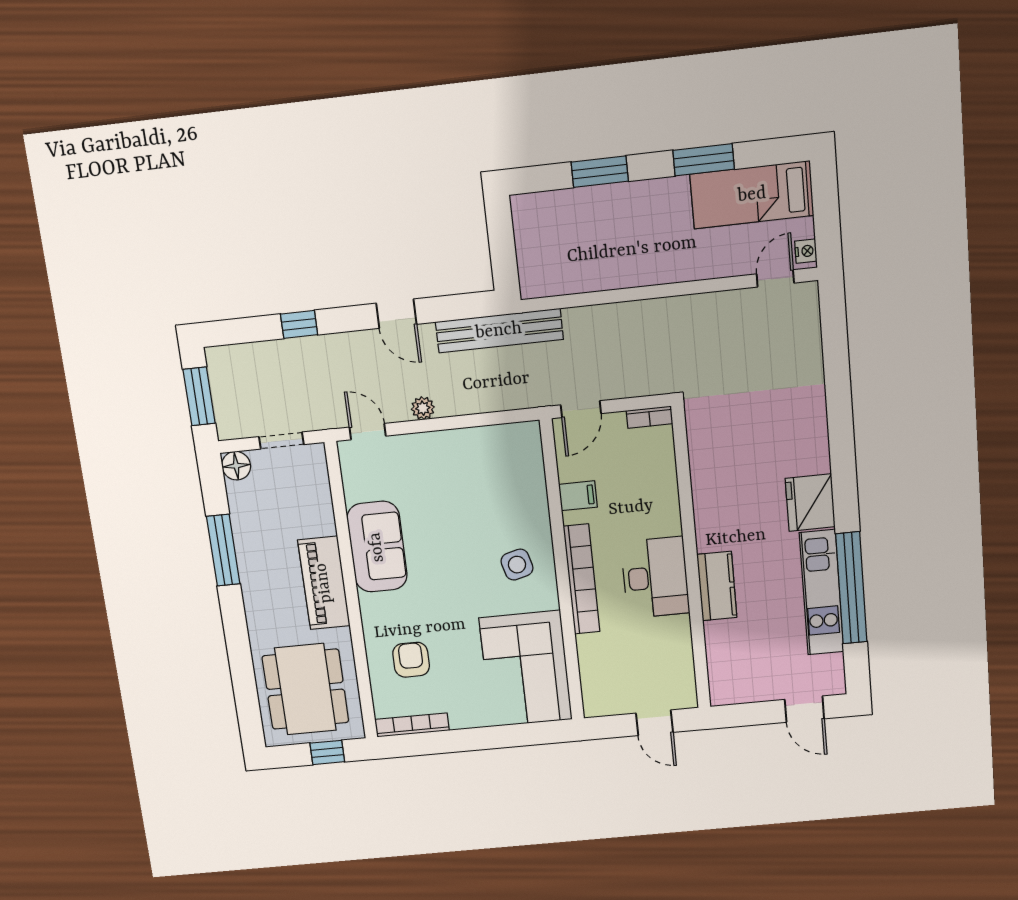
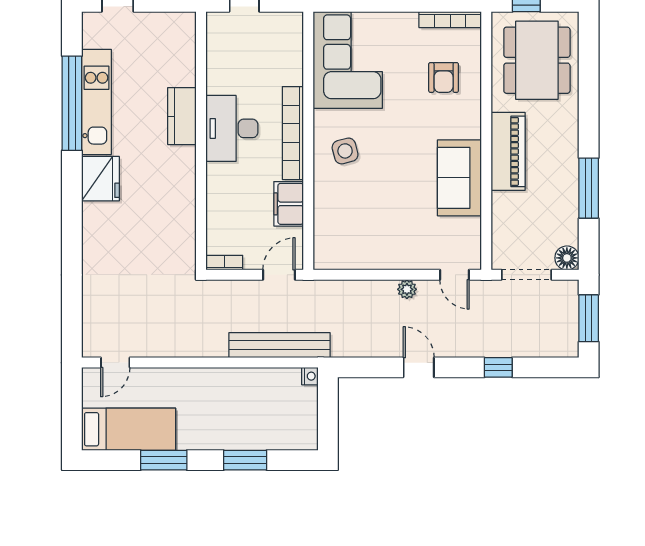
nightstand: (806, 251) -> (310, 376), moved, turned 180
bench: (499, 331) -> (280, 345), moved
doorway: (281, 441) -> (526, 275), width x1.38
filing cabinet: (578, 496) -> (289, 204), width x2.00

